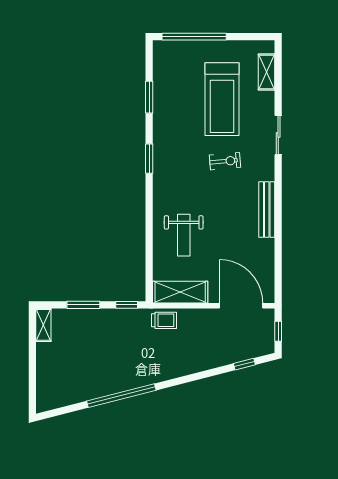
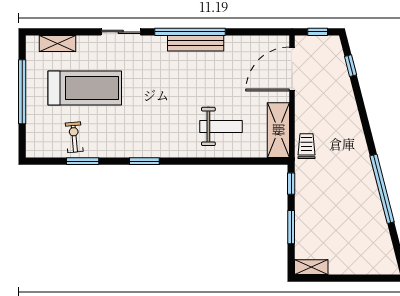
window: (194, 37) -> (22, 92), moved
exercise bike: (225, 161) -> (74, 137), moved
window: (278, 204) -> (190, 32), added

